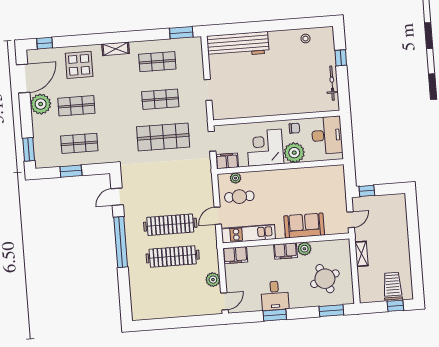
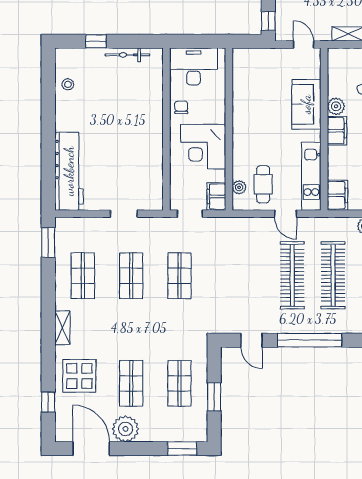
window: (45, 43) -> (48, 402), moved
shop shelf: (163, 137) -> (179, 276), width x0.70, depth x0.74
plant: (294, 153) -> (212, 110), removed

